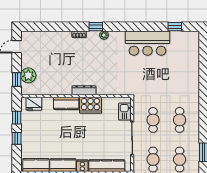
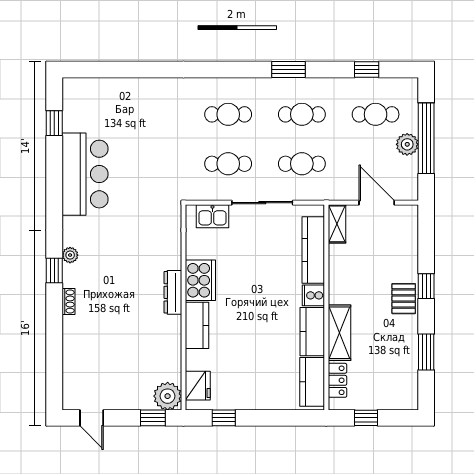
plant: (28, 75) -> (168, 396), moved
window: (17, 138) -> (263, 418), removed

